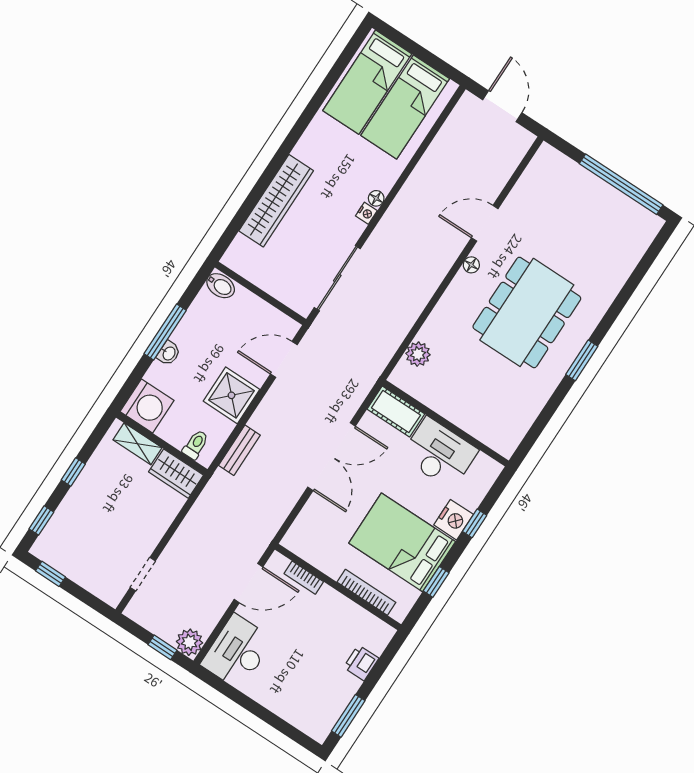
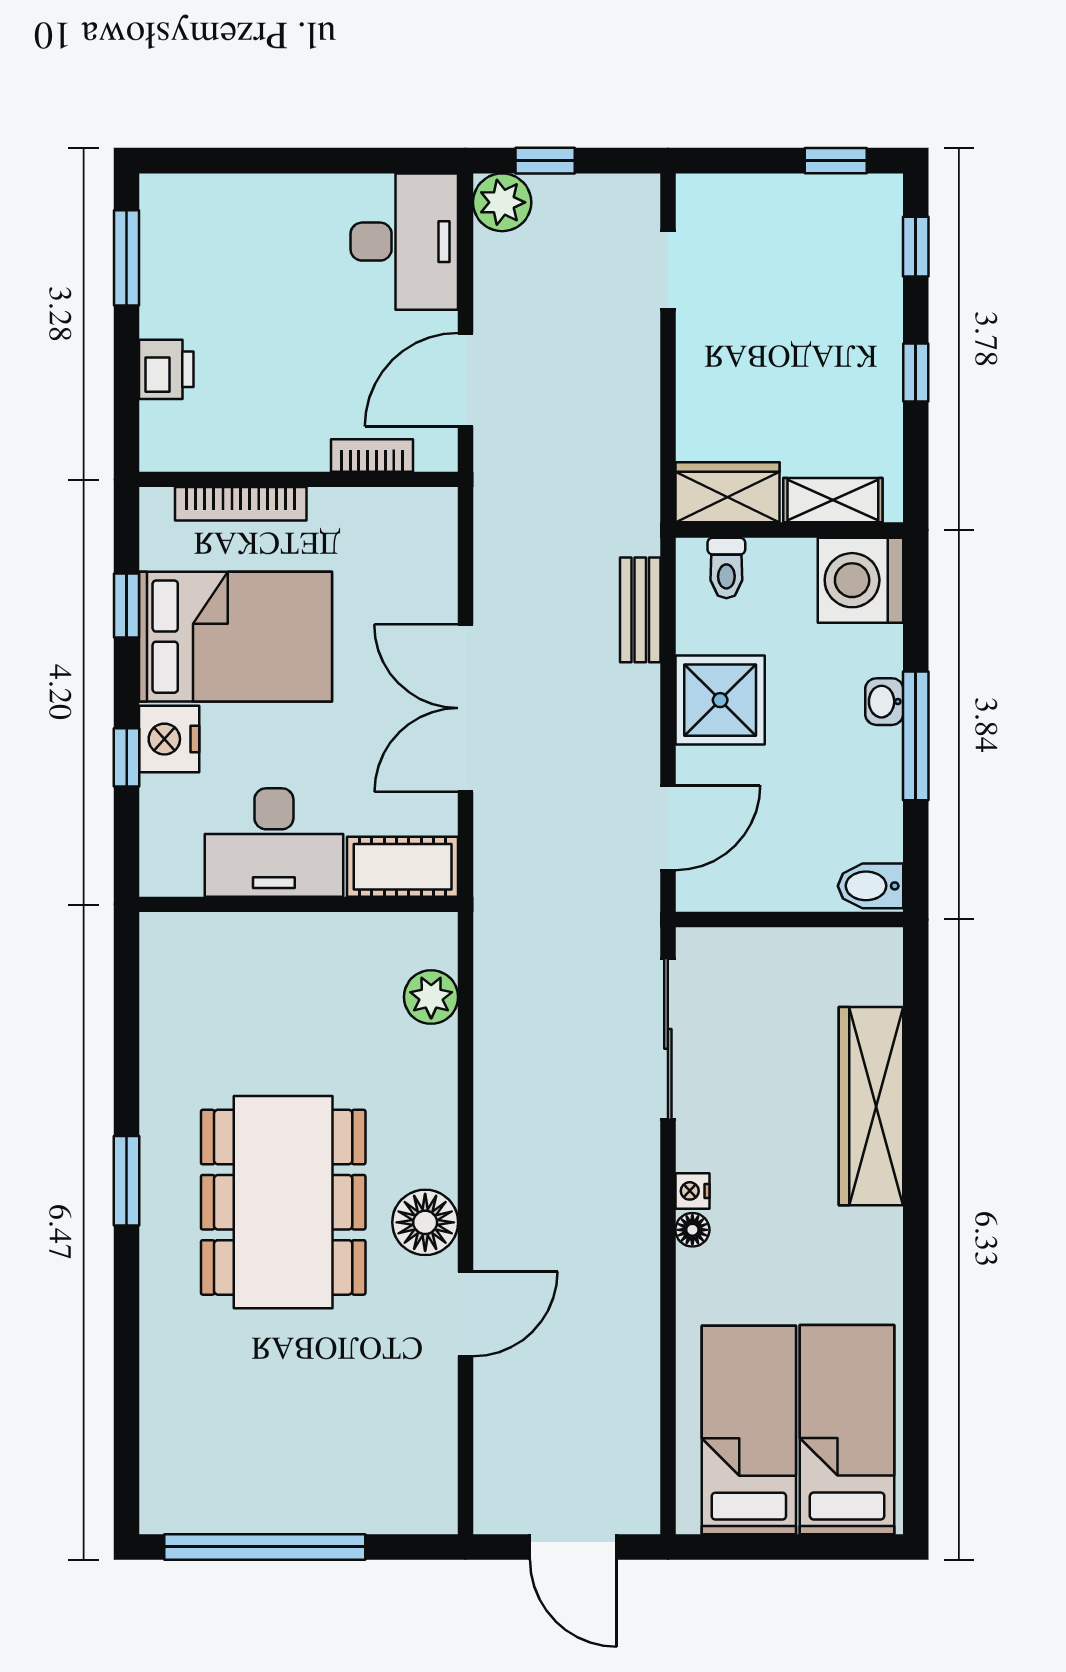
floor lamp: (471, 265) -> (425, 1222), width x1.89, depth x1.89

